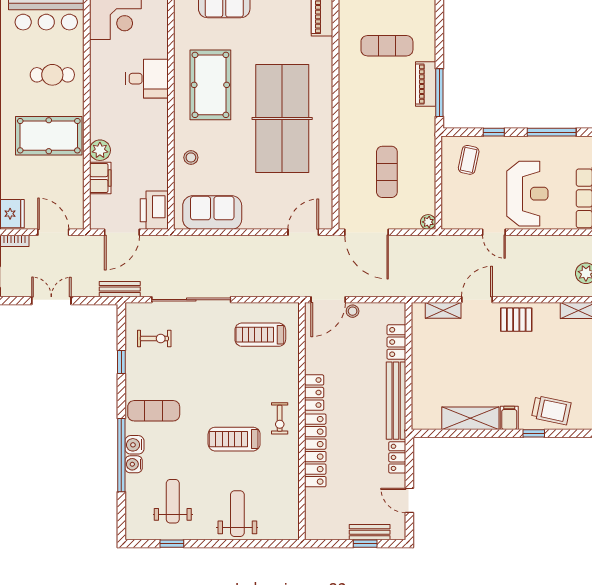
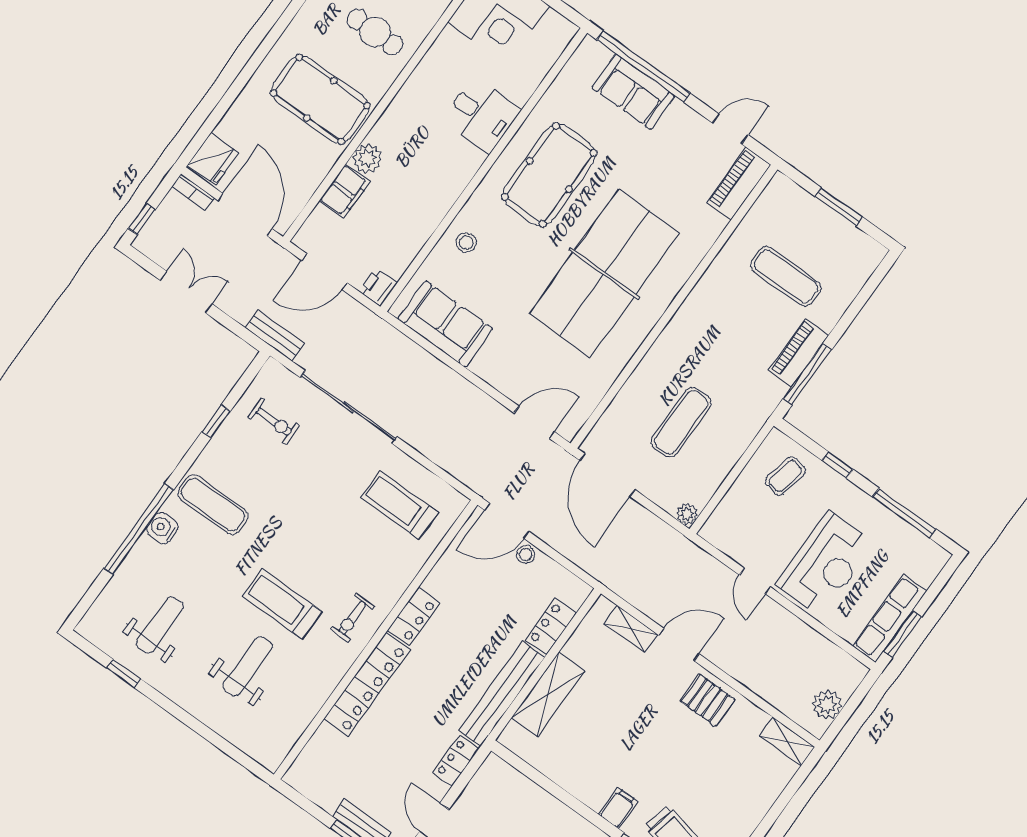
printer: (154, 210) -> (378, 287), width x0.53, depth x0.68
door: (53, 232) -> (245, 215), width x1.36
shelving: (470, 418) -> (548, 695), moved, turned 90
water cooler: (134, 464) -> (145, 550), removed
weight bench: (237, 514) -> (248, 666), moved

